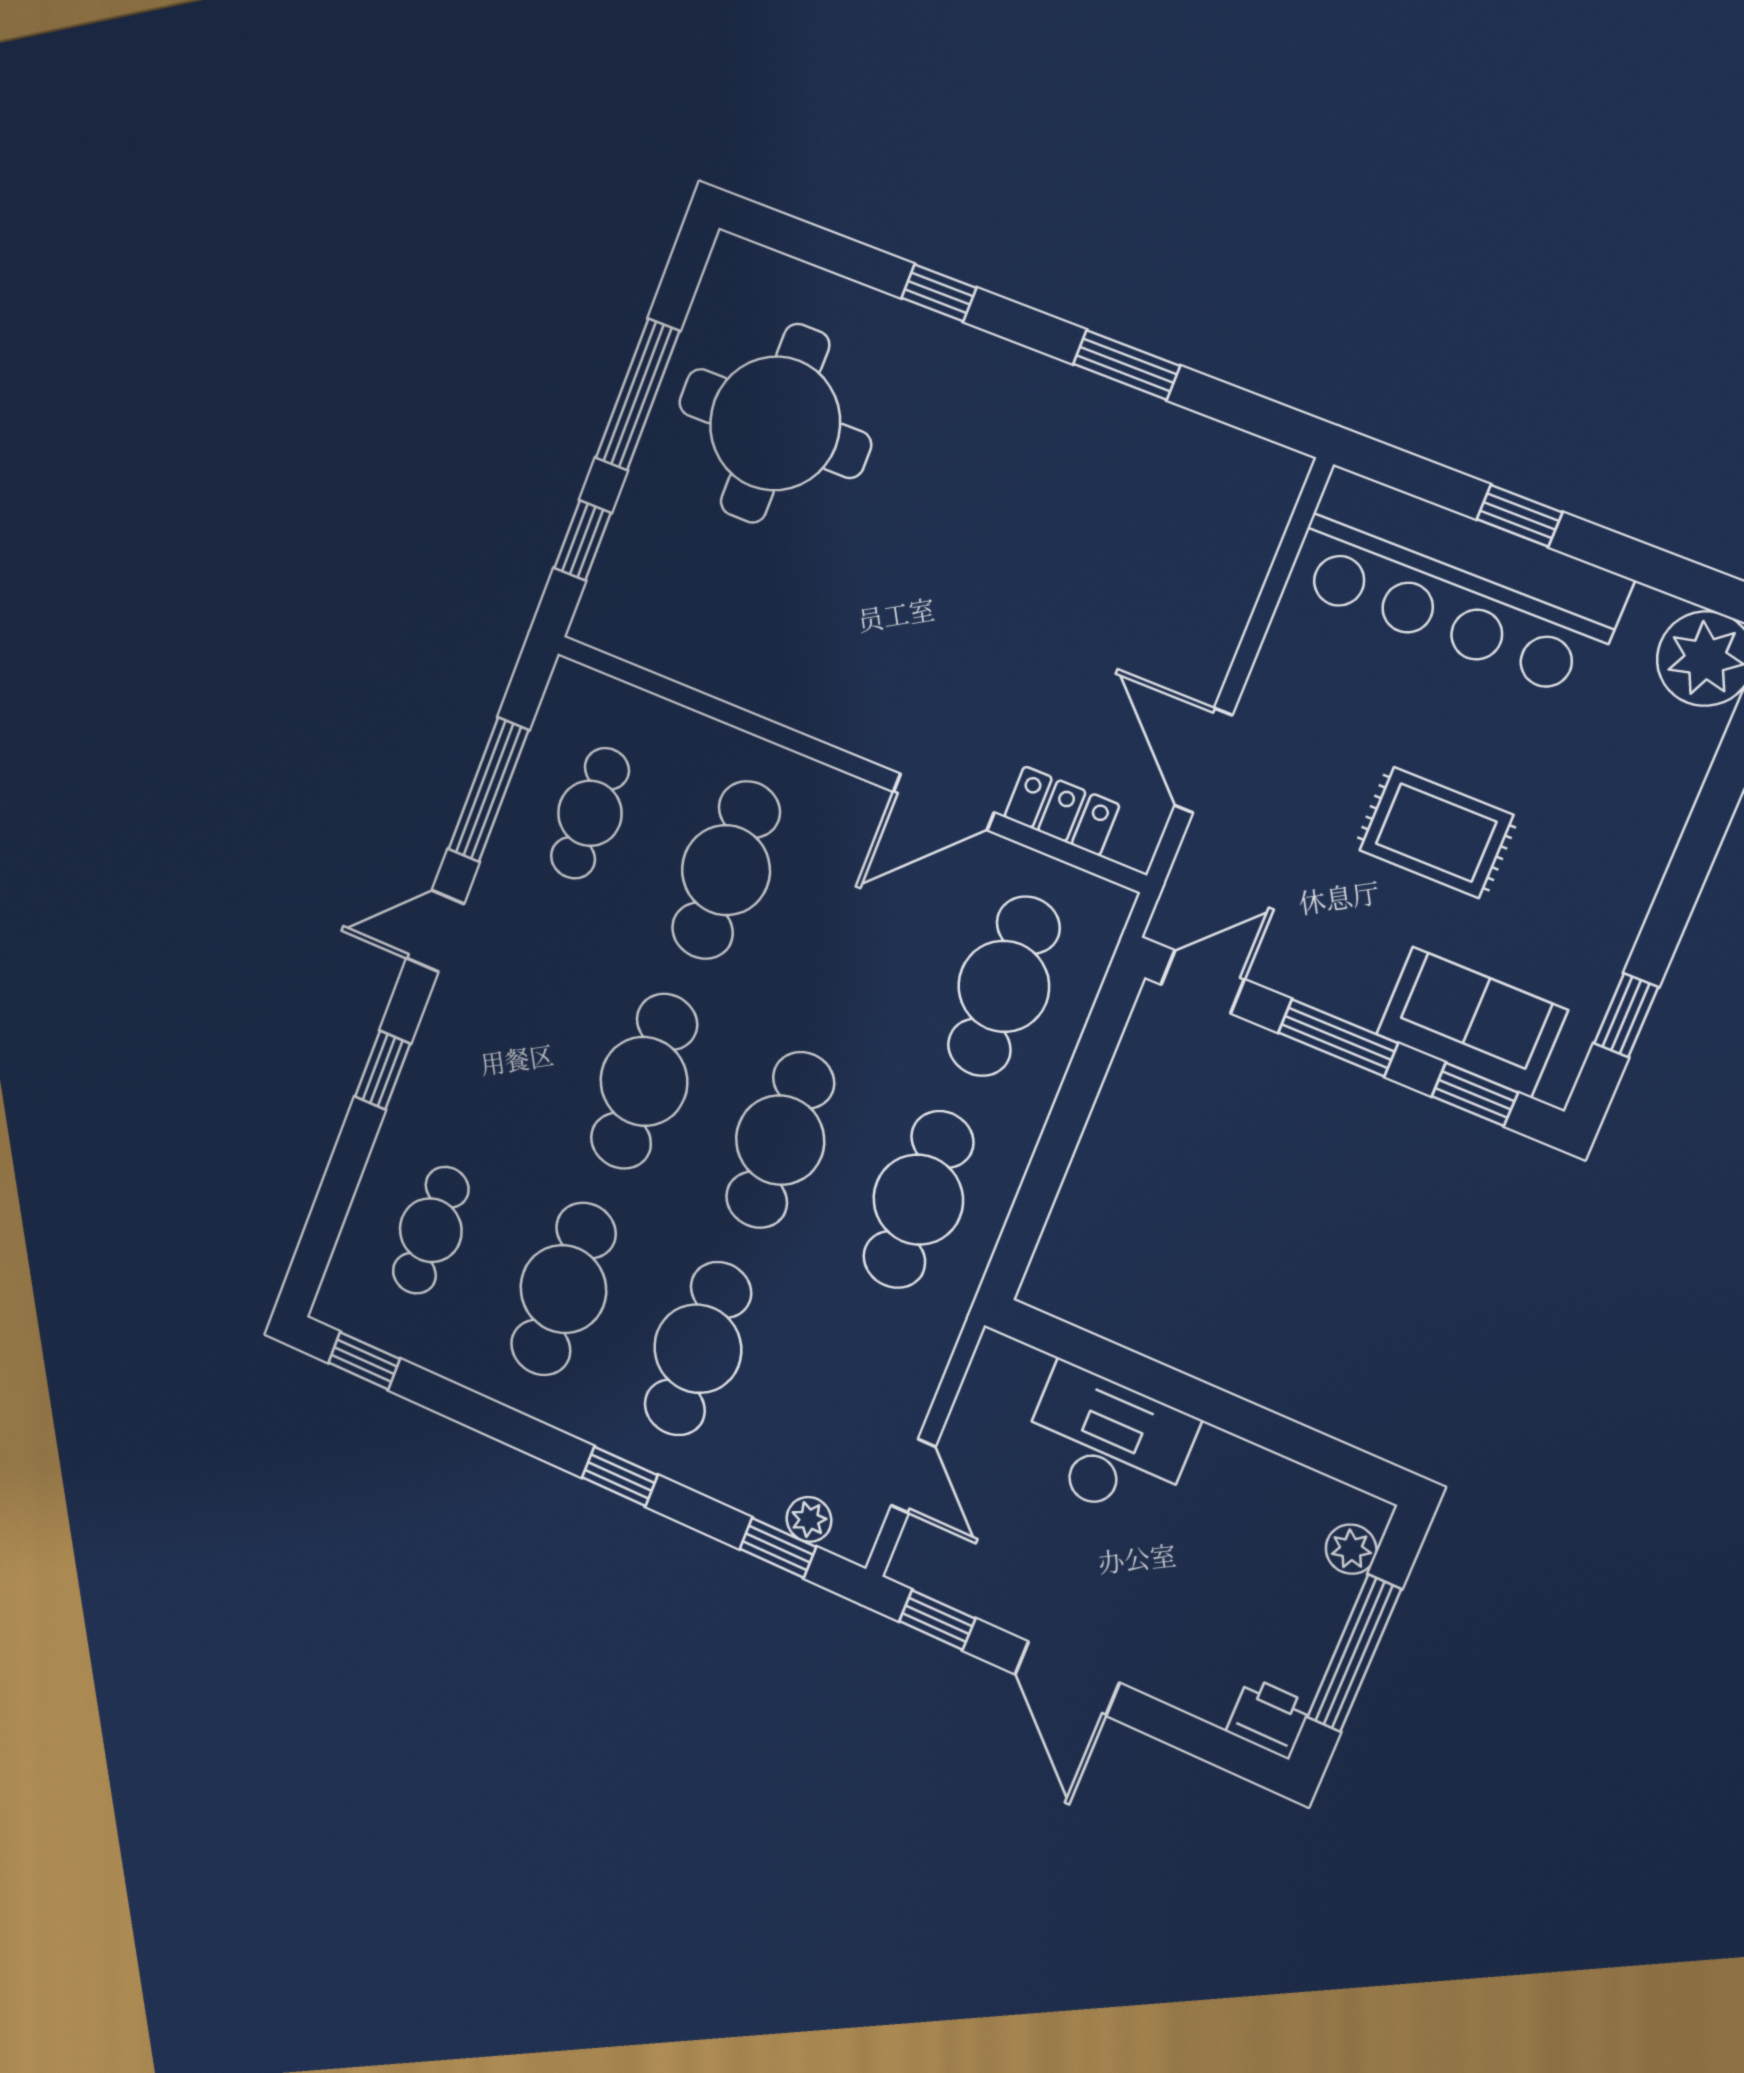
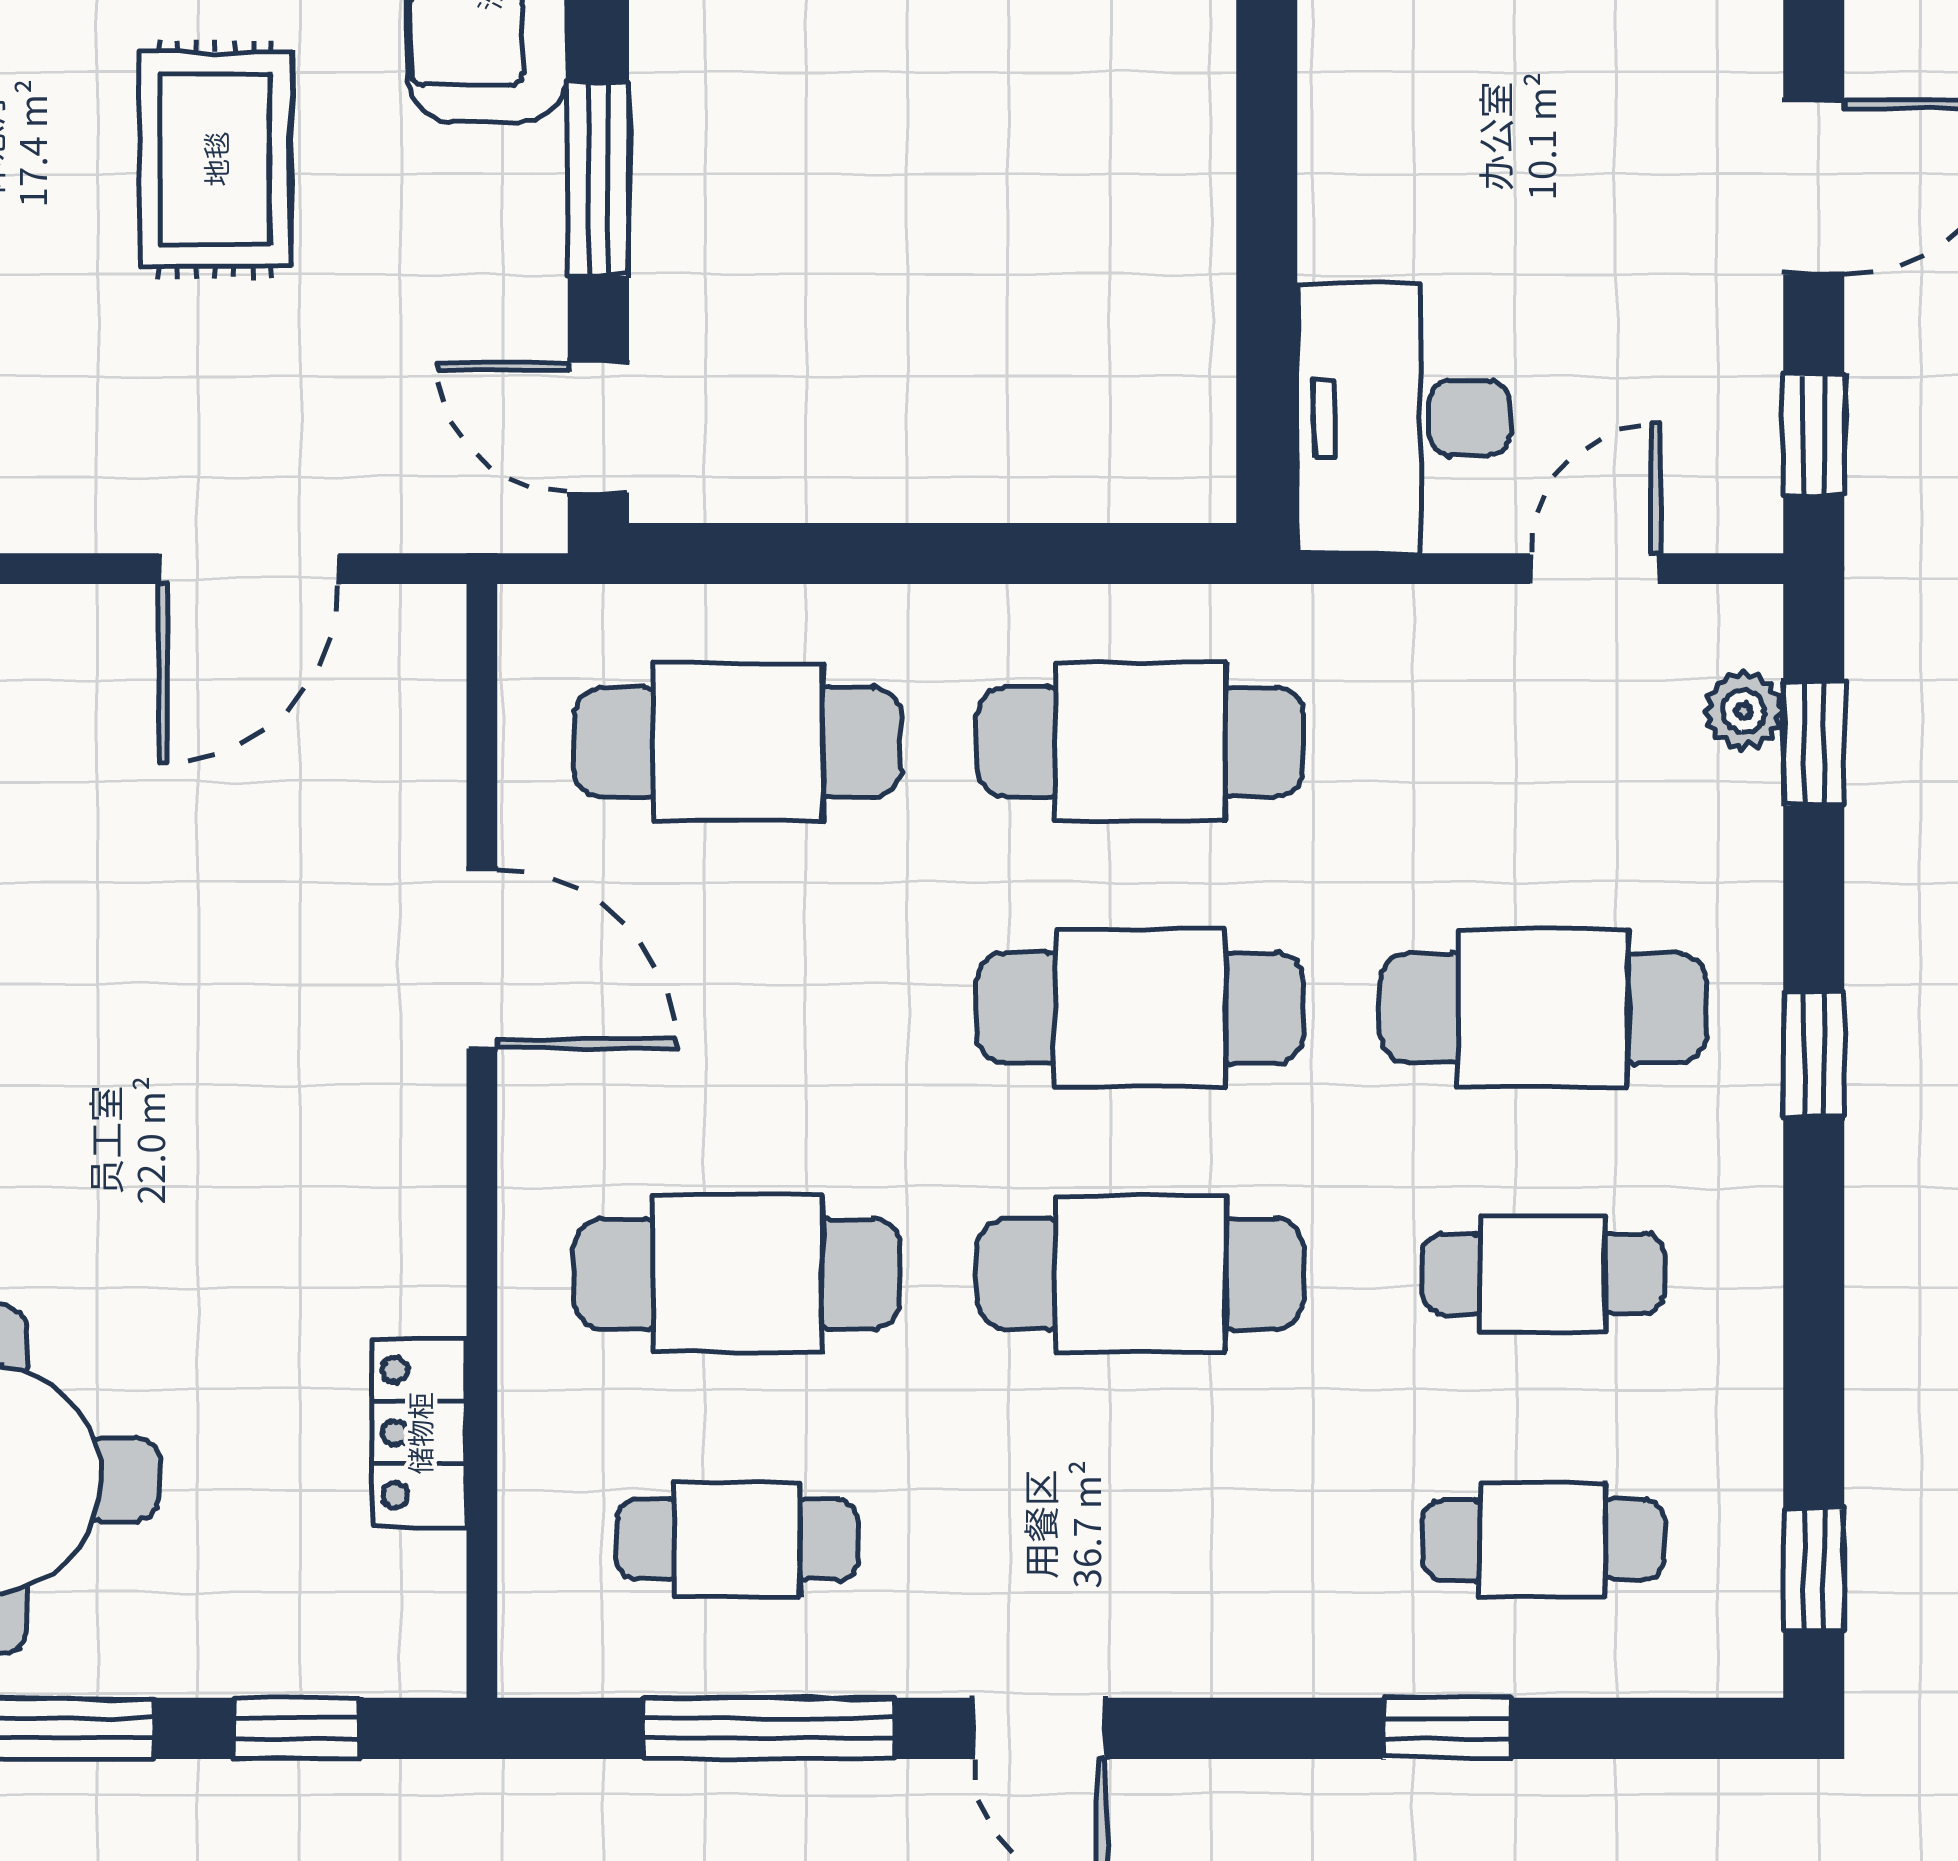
locker: (1062, 811) -> (419, 1433), moved
window: (383, 1070) -> (1447, 1728), moved
cafe table: (563, 1289) -> (1543, 1274), width x0.73, depth x0.74
desk: (1107, 1444) -> (1404, 418), moved

